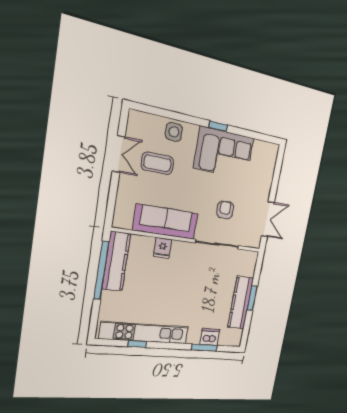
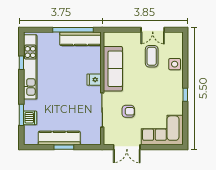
corner sofa: (224, 153) -> (162, 130), moved, turned 90
fridge: (163, 248) -> (94, 80), moved

